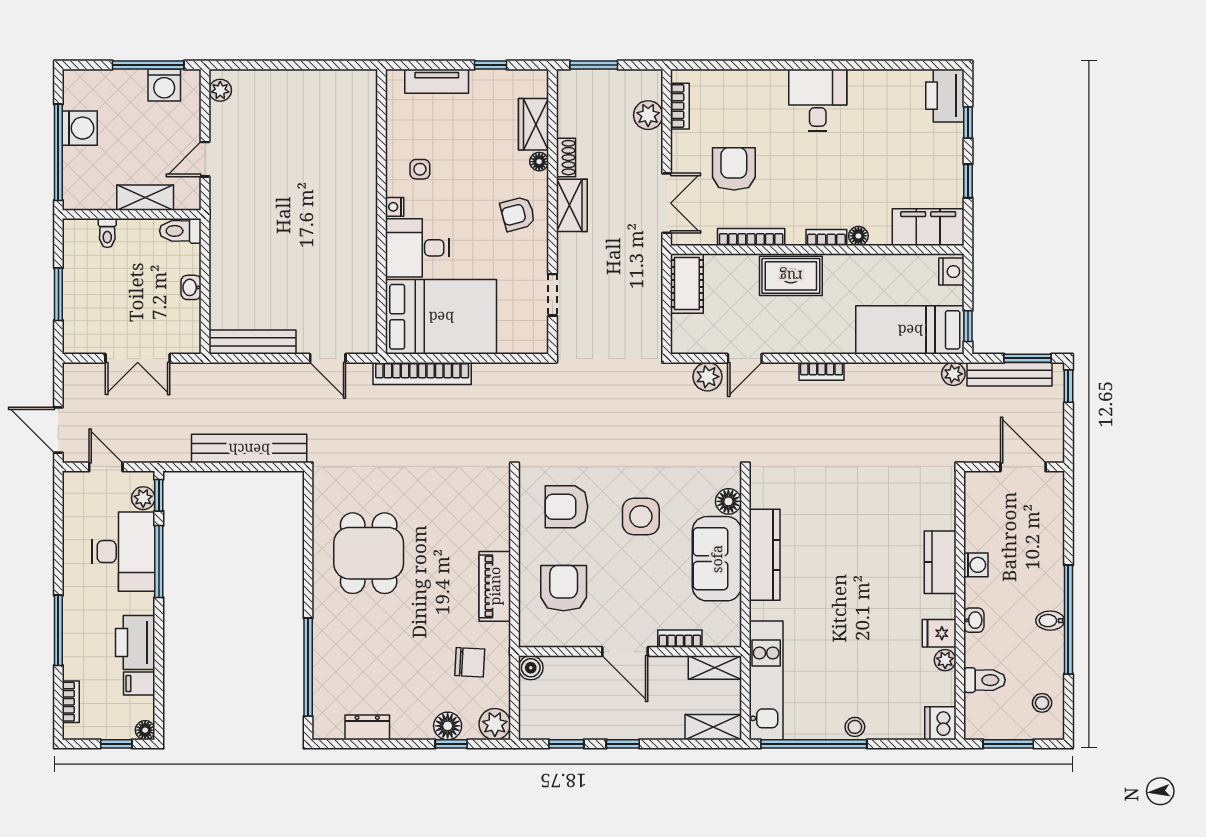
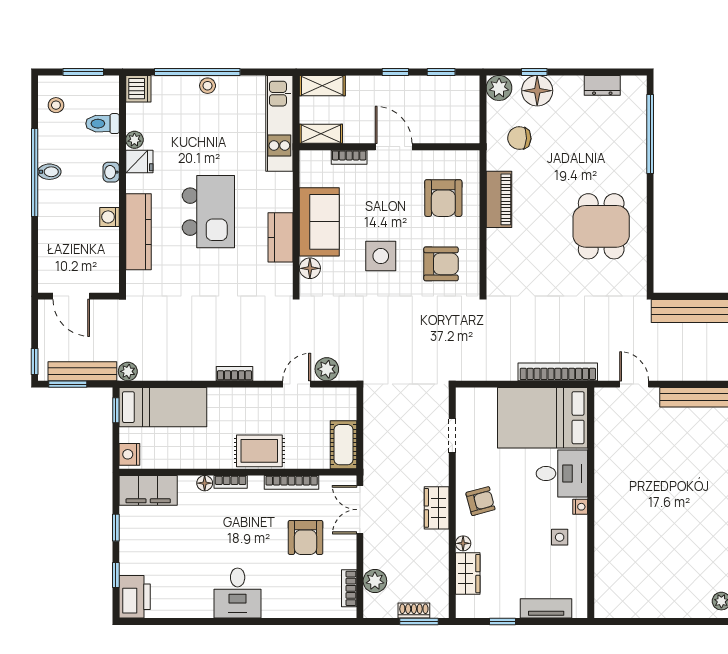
shoe rack: (566, 158) -> (414, 611), moved, turned 90
kitchen counter: (765, 555) -> (281, 237), width x0.67
kitchen counter: (940, 562) -> (139, 232), width x1.50
kitchen island: (854, 571) -> (208, 212), added
boiler: (531, 668) -> (470, 134), removed
floor lamp: (448, 726) -> (537, 91), width x1.38, depth x1.38
window: (814, 744) -> (197, 72), moved

